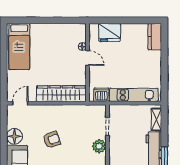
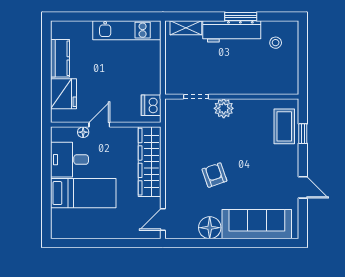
desk: (63, 37) -> (69, 160), added
kitchen counter: (155, 37) -> (60, 58), moved, turned -90
bed: (19, 47) -> (83, 193), moved
kitchen unit: (134, 95) -> (127, 30), moved, turned -90
door: (20, 103) -> (163, 219), hinge flipped

